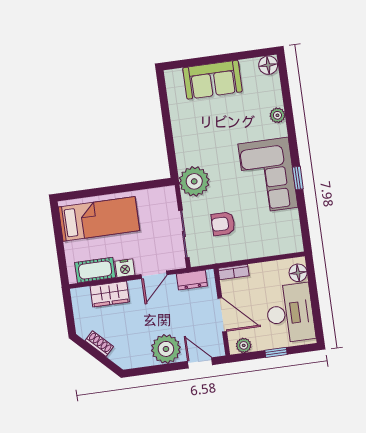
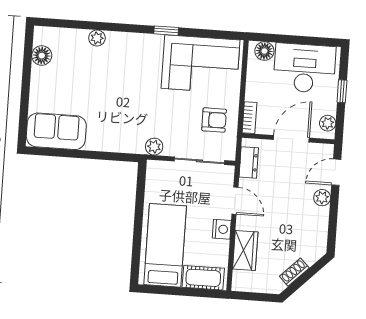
floor lamp: (268, 65) -> (42, 56), moved
sofa: (213, 80) -> (56, 131), moved, turned -90
corner sofa: (268, 176) -> (201, 64), moved
plant: (194, 181) -> (154, 147), width x0.53, depth x0.53
armchair: (223, 224) -> (214, 120), moved, turned -90
cot: (95, 270) -> (203, 278), moved, turned 90
plant: (166, 349) -> (322, 198), width x0.53, depth x0.53

